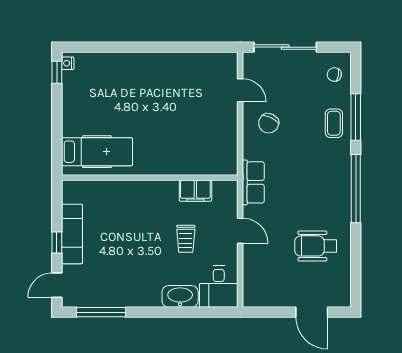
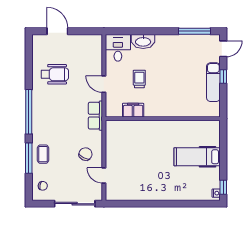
hospital bed: (97, 152) -> (197, 157), moved

